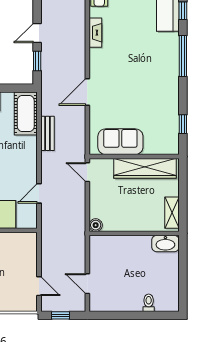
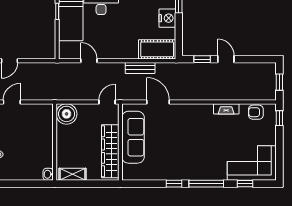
door: (87, 92) -> (158, 102), moved
window: (183, 124) -> (174, 184), moved
sofa: (120, 142) -> (133, 137), width x1.36
boiler: (96, 225) -> (67, 114), width x1.86, depth x1.86
washbasin: (165, 244) -> (48, 174), width x0.52, depth x0.69

